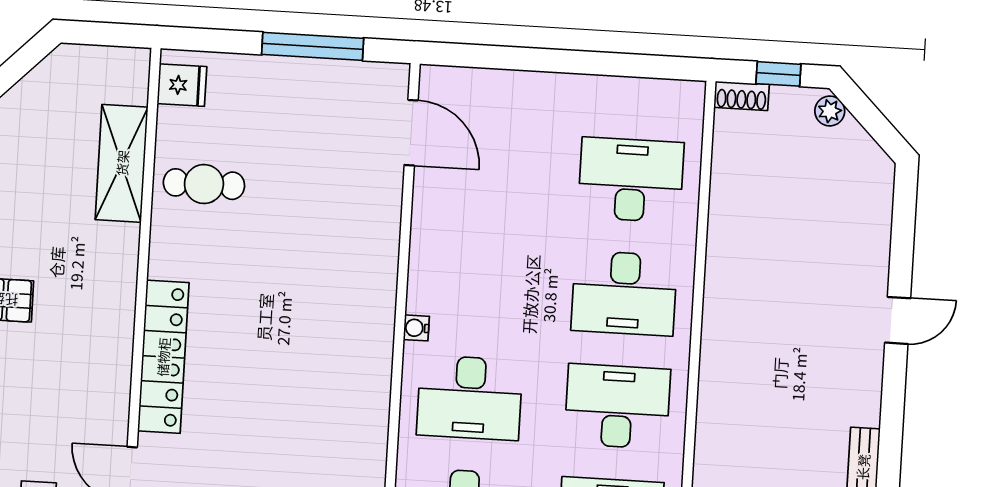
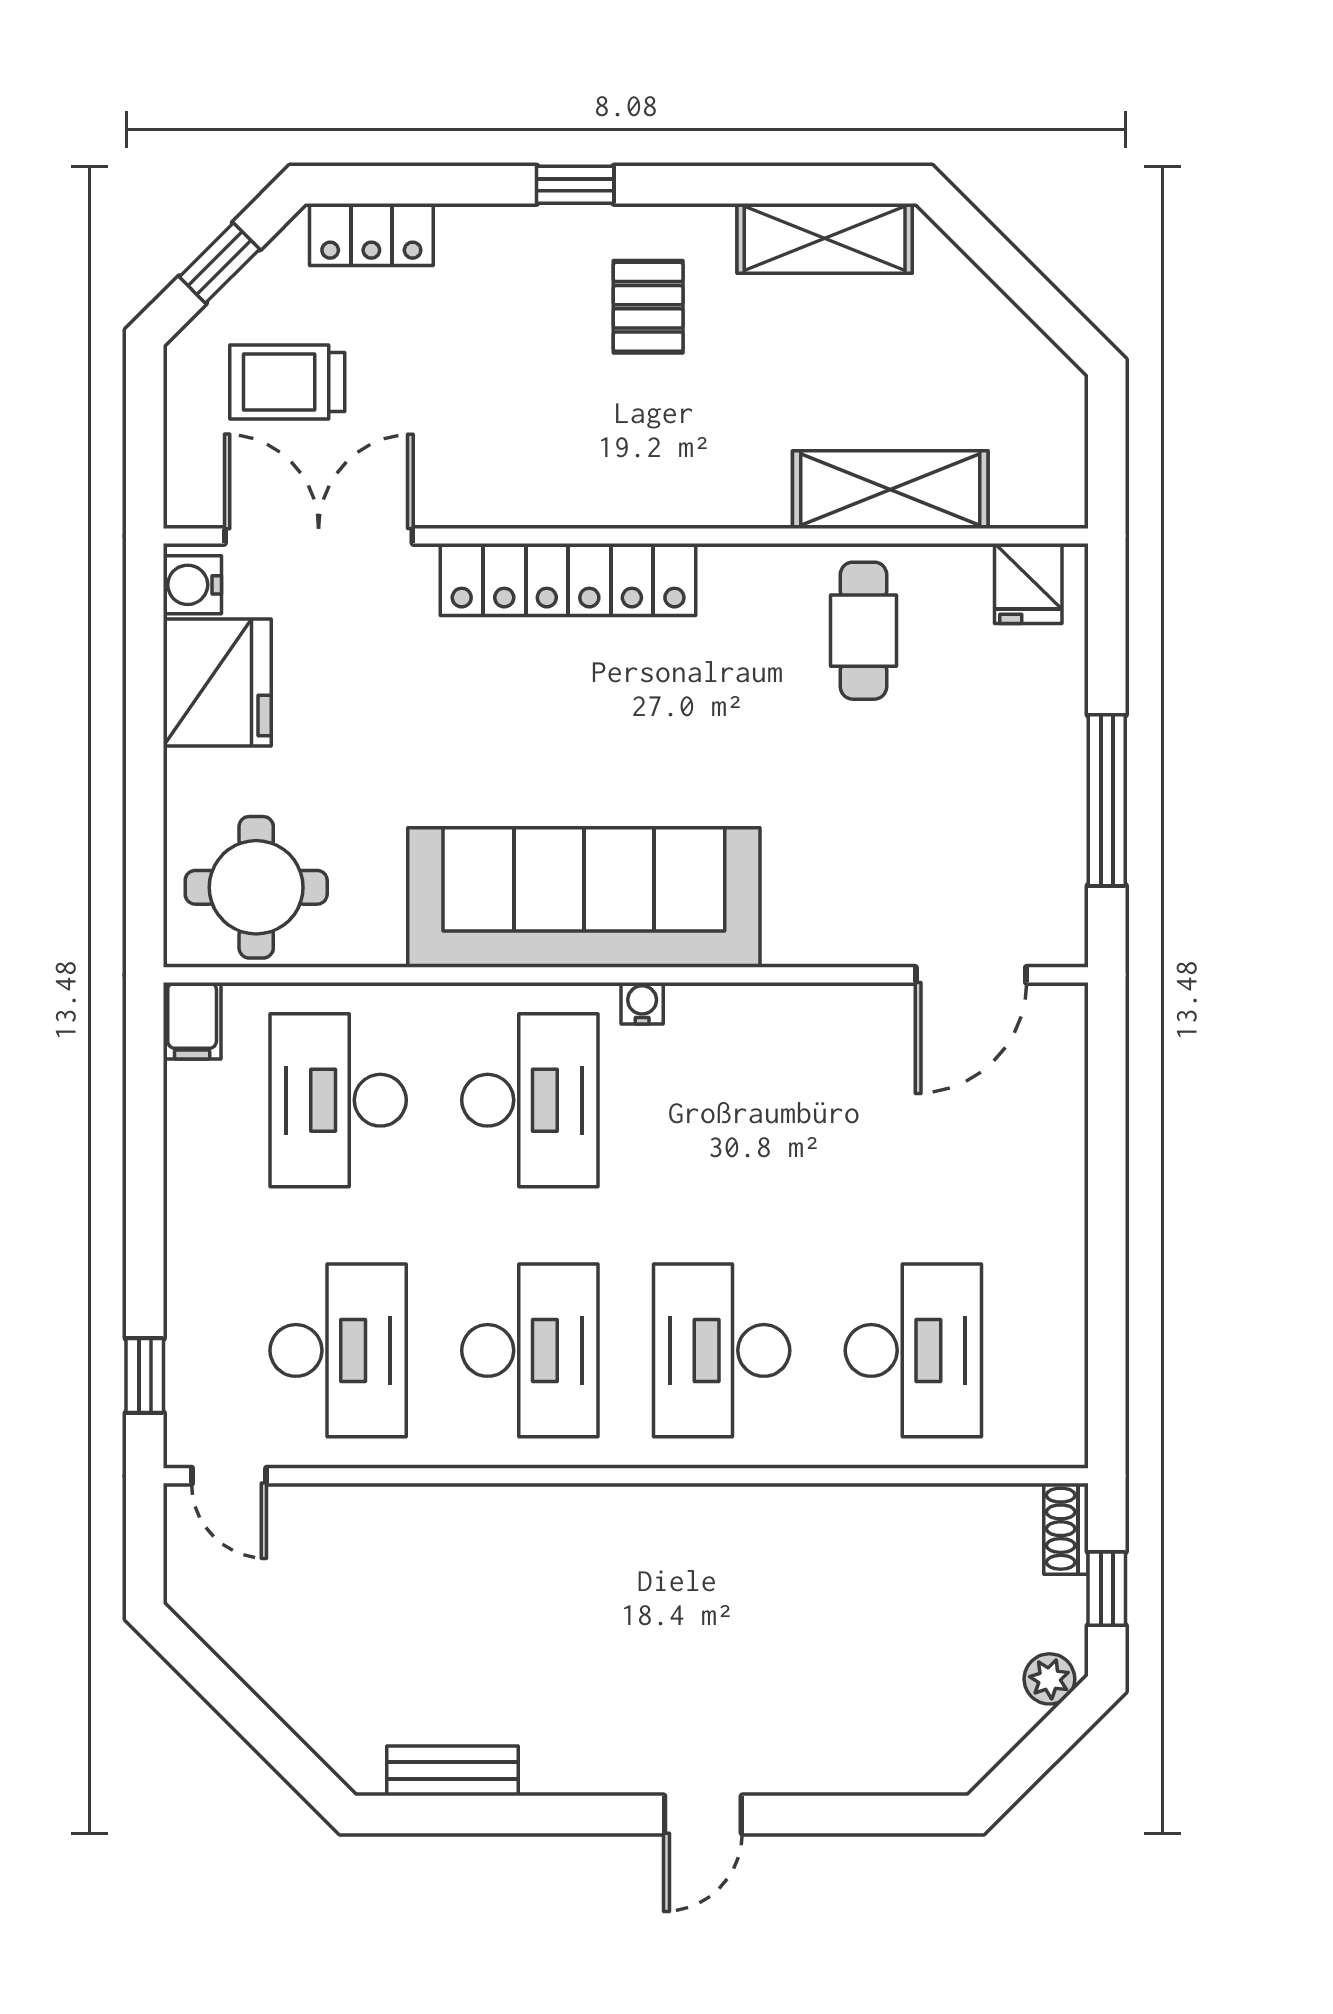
door: (898, 320) -> (703, 1815), hinge flipped
sofa: (352, 359) -> (584, 898), added
desk: (470, 398) -> (530, 1100), turned 180

